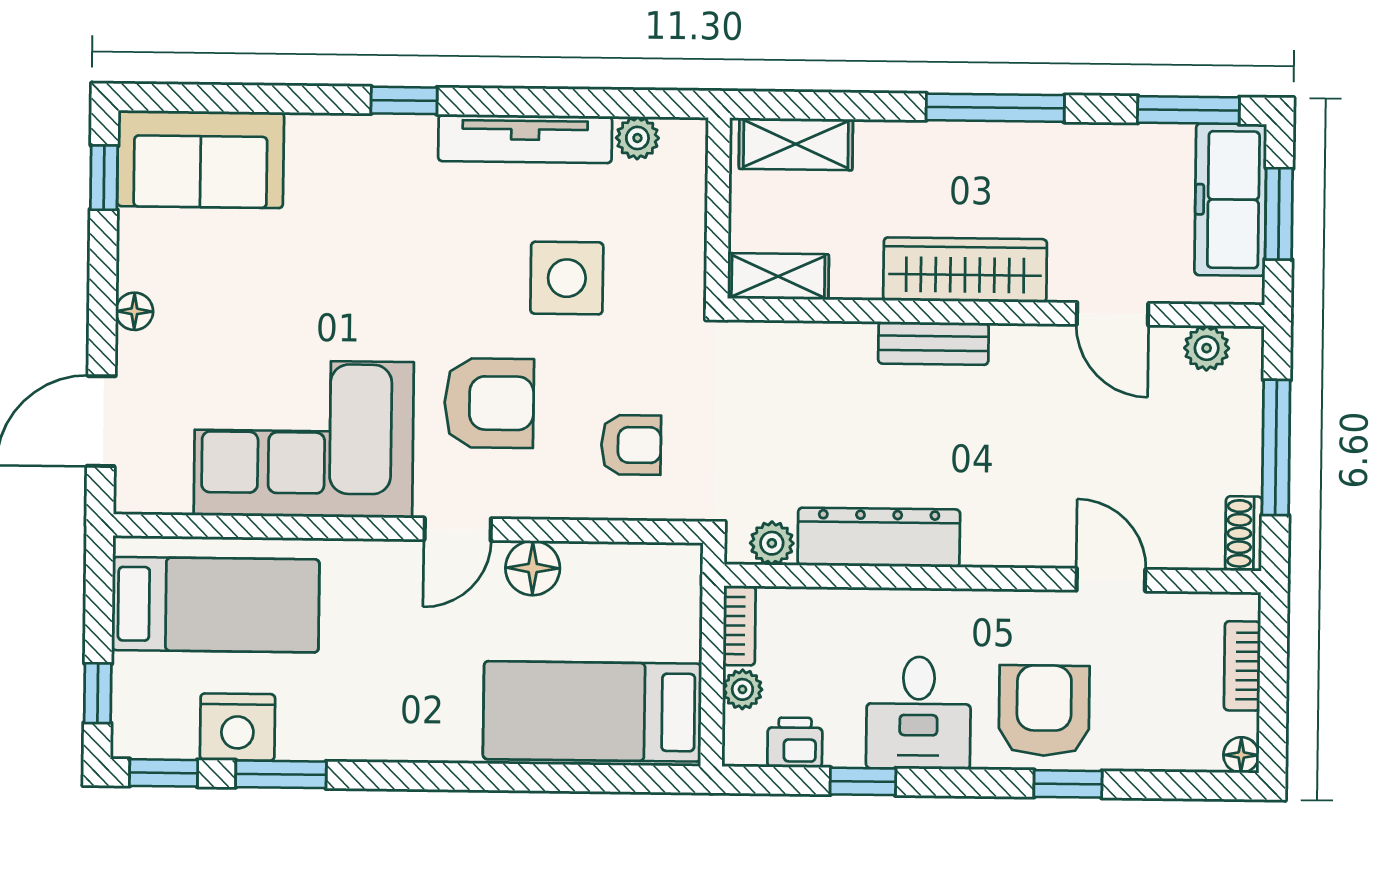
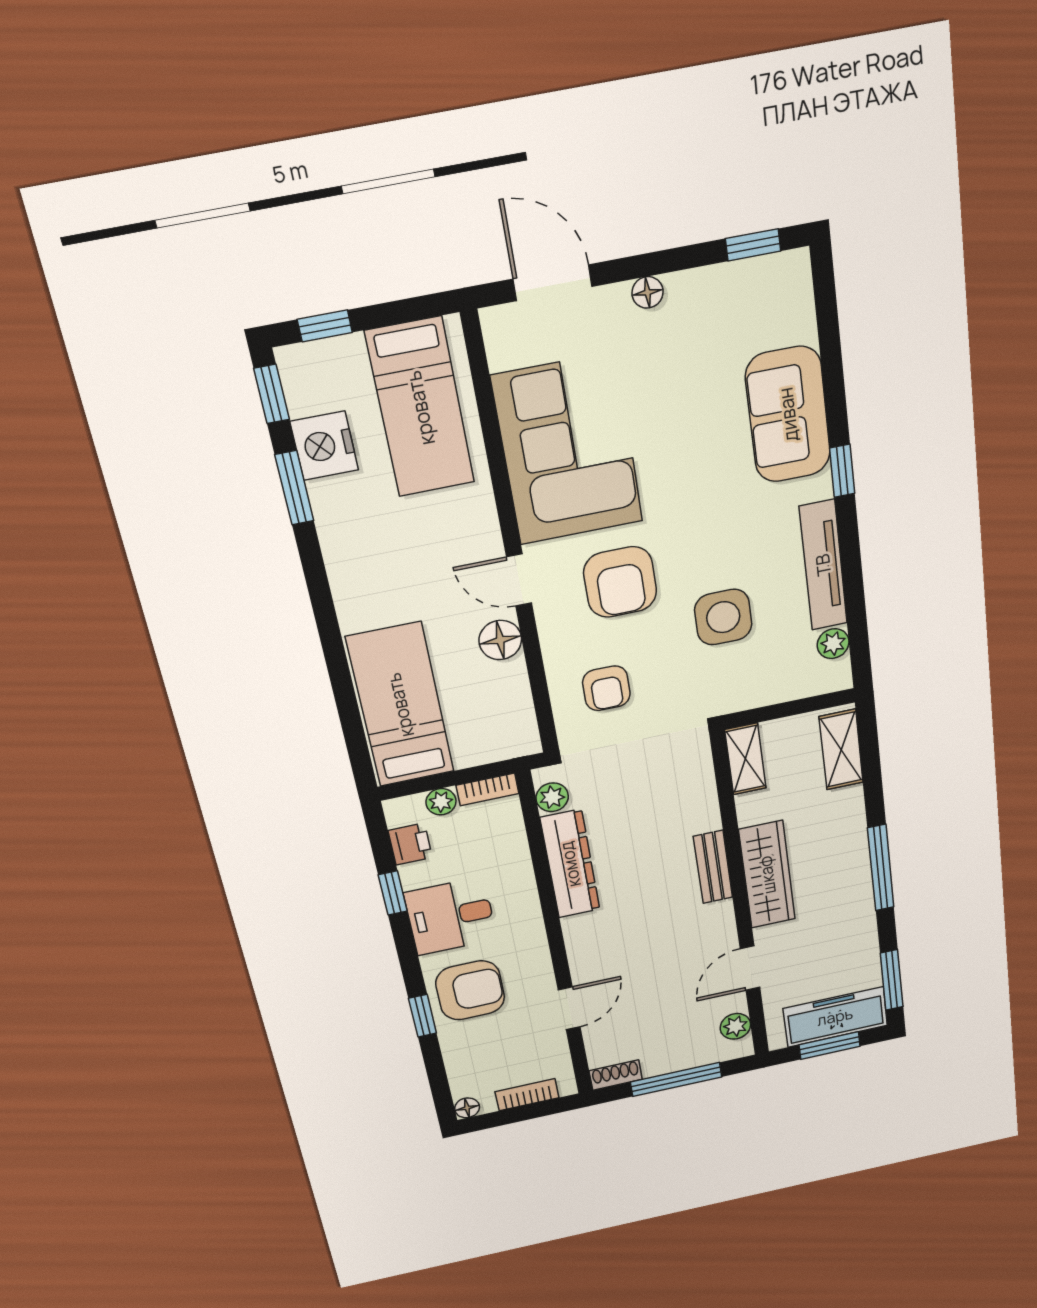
sofa: (201, 159) -> (788, 415), moved

